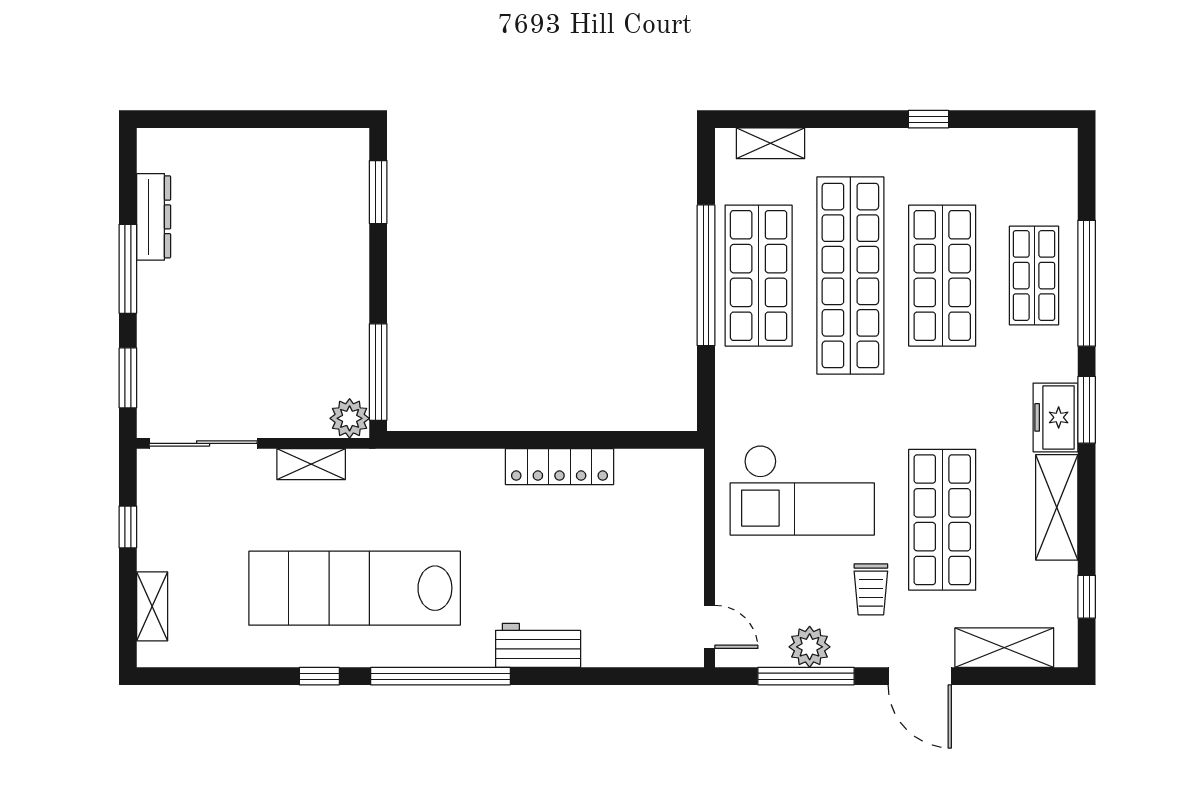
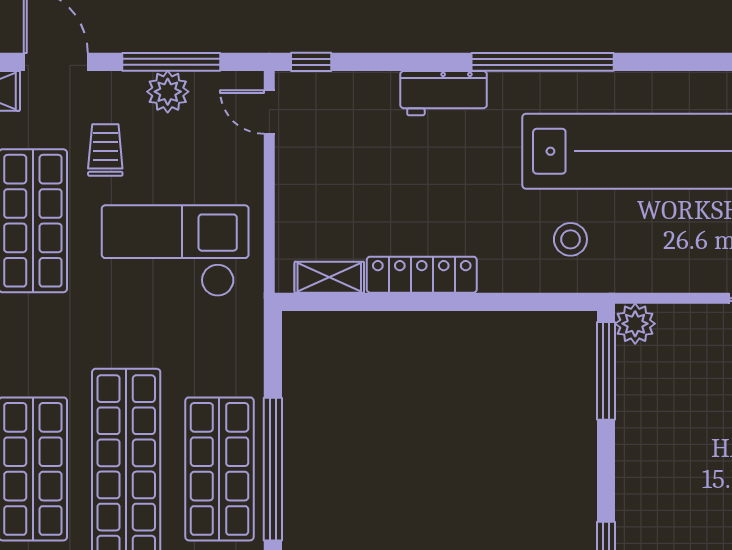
shelving: (311, 464) -> (329, 277), moved
stool: (413, 501) -> (570, 239), added
window: (319, 676) -> (311, 62), moved

